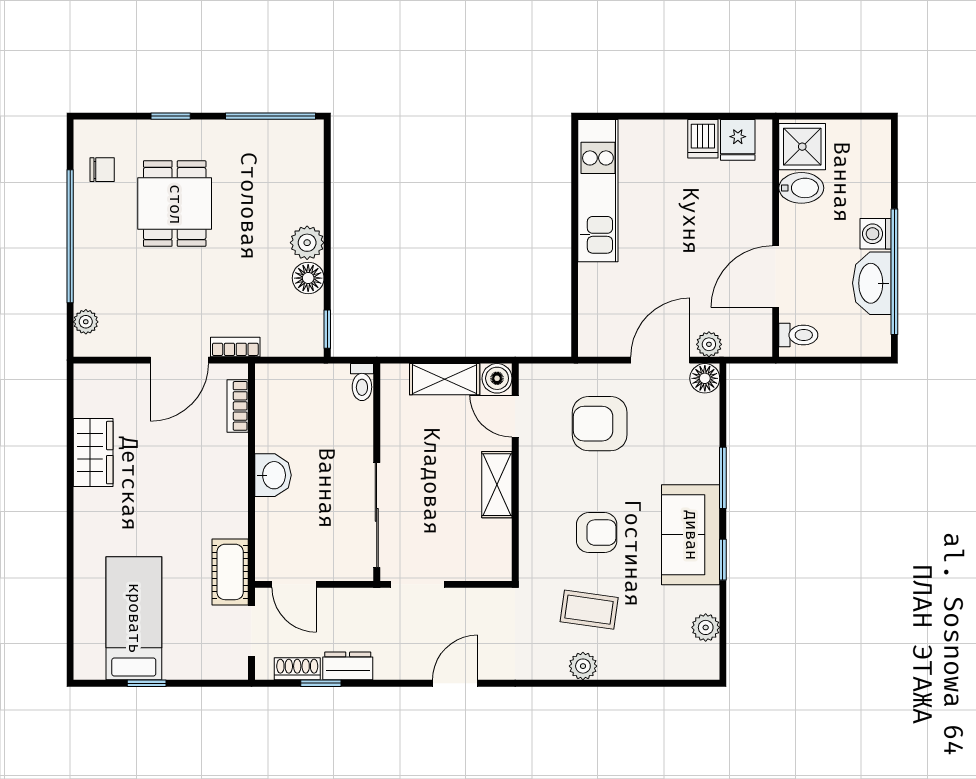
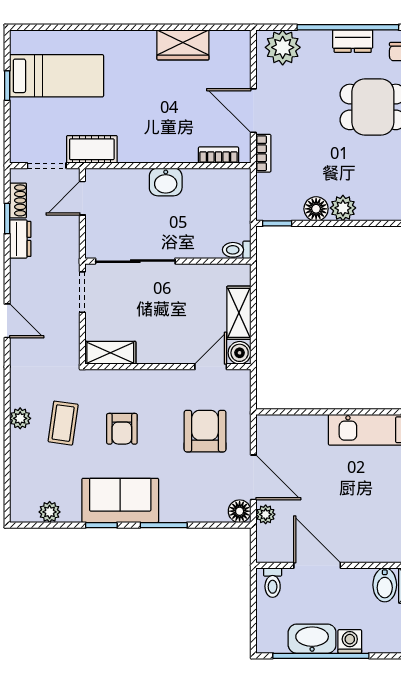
dresser: (88, 230) -> (353, 41), added
plant: (86, 322) -> (283, 47), width x1.87, depth x1.87
shelving: (497, 485) -> (110, 353), moved

